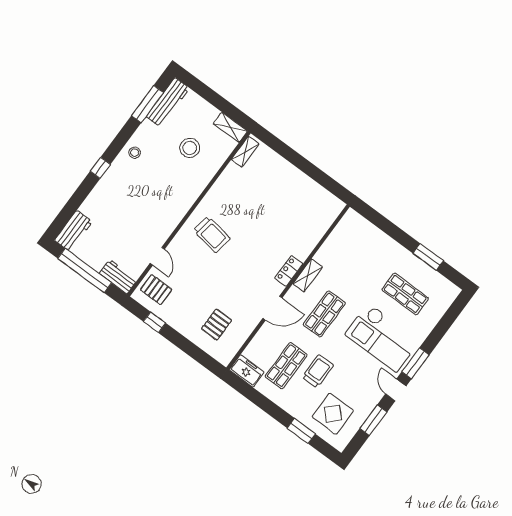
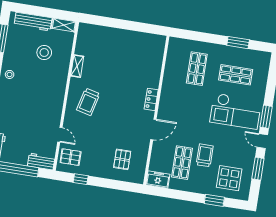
workbench: (168, 102) -> (33, 22), moved, turned 90
shelving: (245, 152) -> (77, 66), moved
trolley: (212, 234) -> (88, 102), turned 95
shelving: (308, 275) -> (165, 96), removed
shop shelf: (324, 314) -> (197, 69), moved

